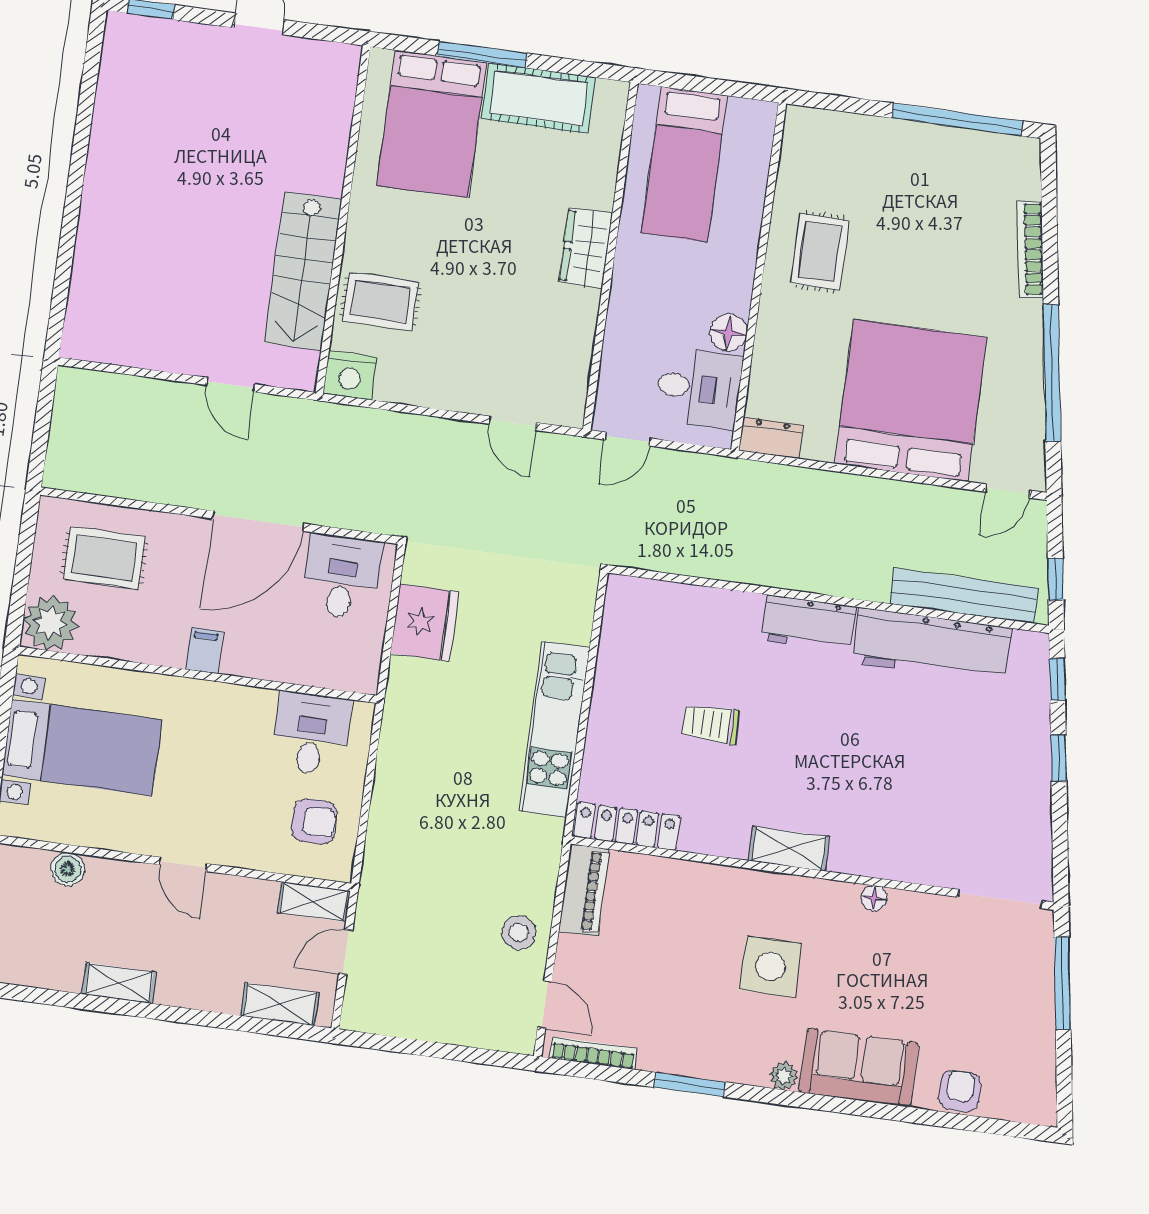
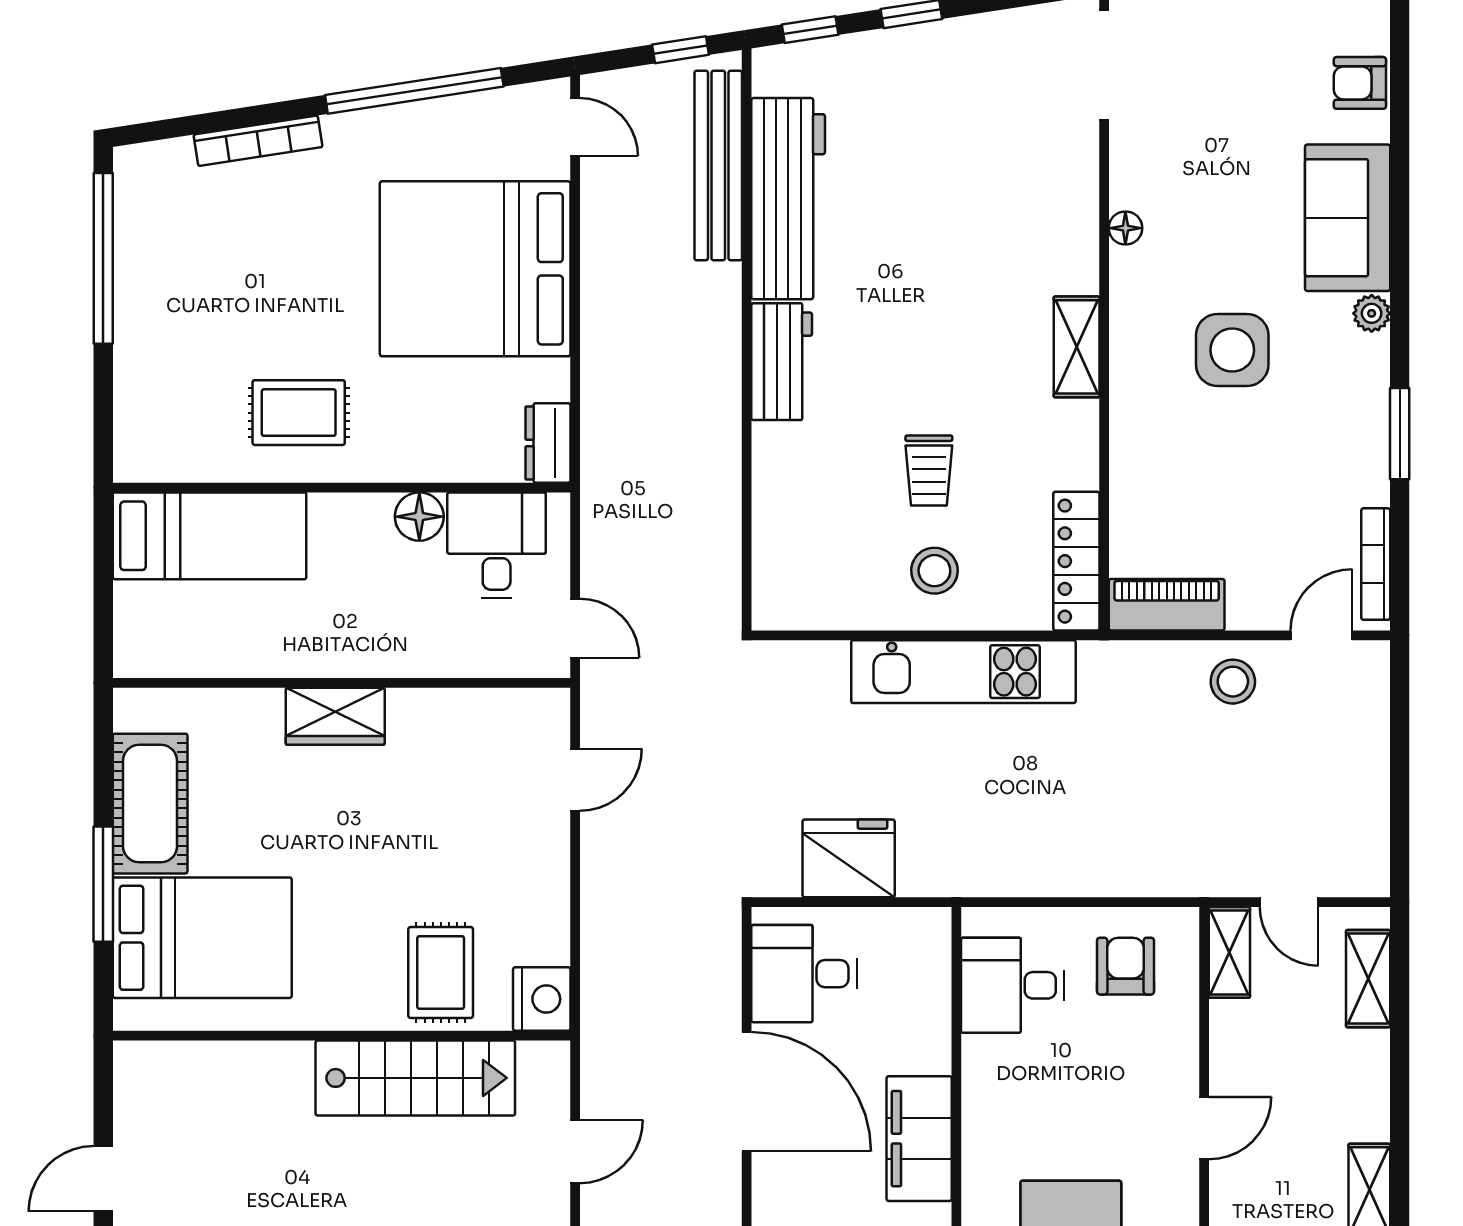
bed: (684, 164) -> (209, 536), moved
filing cabinet: (204, 651) -> (919, 1139), width x3.00, depth x1.17
stool: (634, 718) -> (934, 571), added

